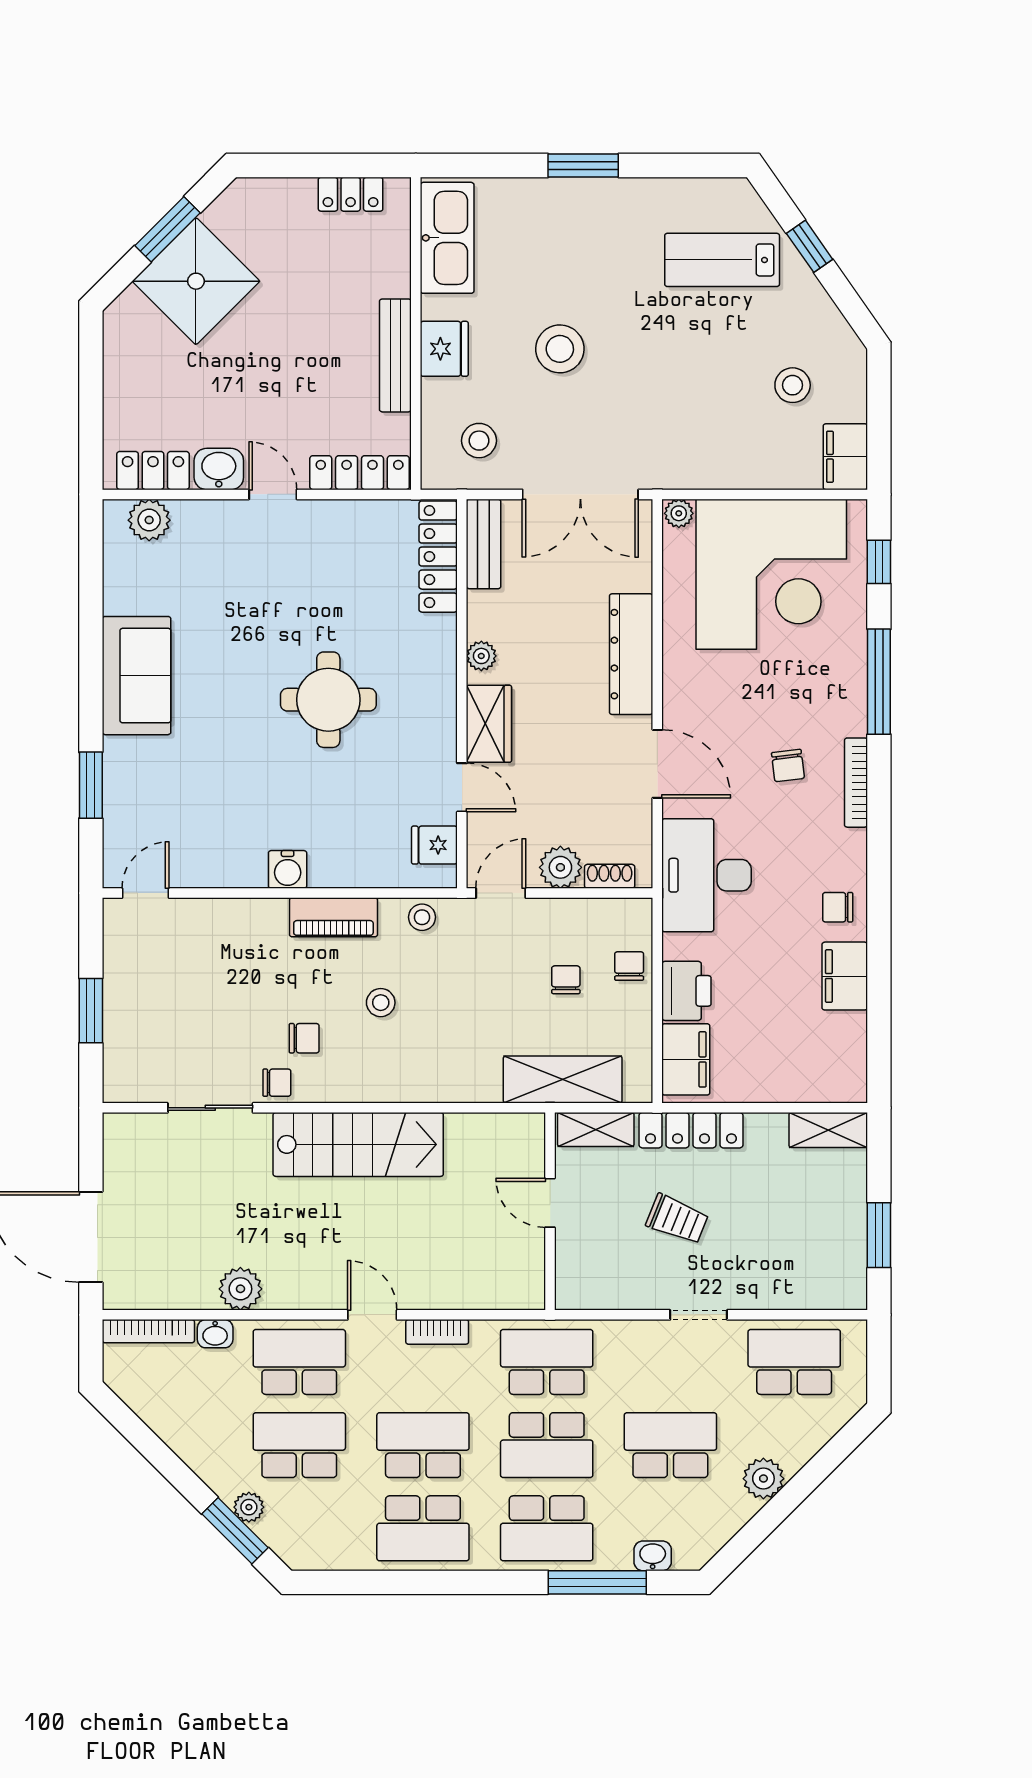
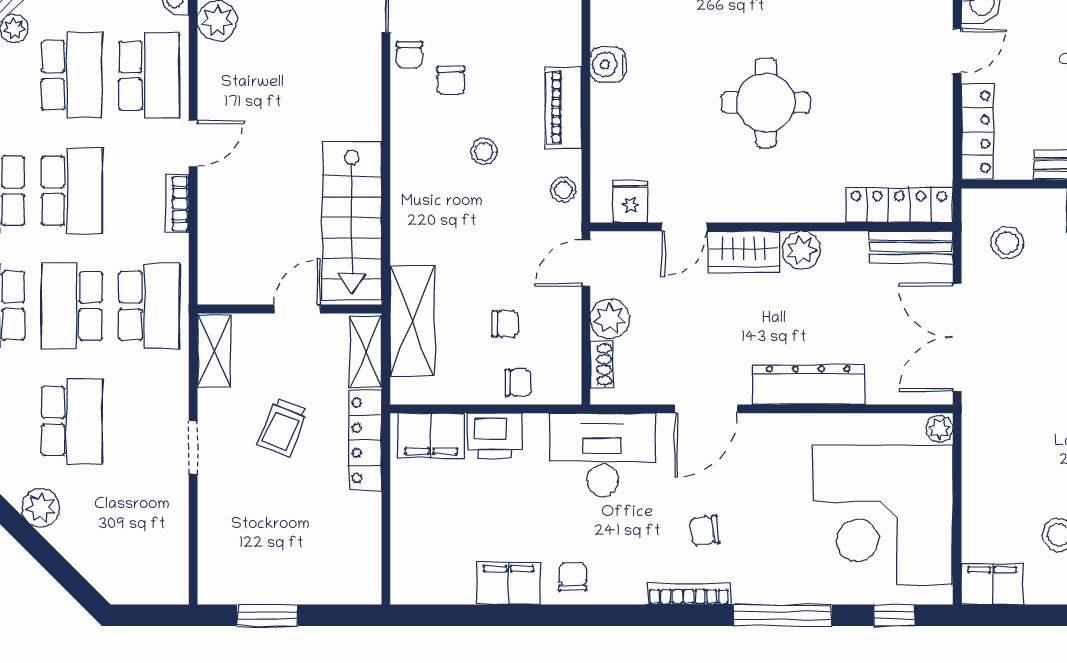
plant: (481, 656) -> (801, 250), width x1.38, depth x1.38
door: (501, 893) -> (586, 263), swing flipped
shelving: (828, 1130) -> (214, 351), moved
stairs: (358, 1144) -> (352, 221), moved
school desk: (794, 1362) -> (149, 536), removed

